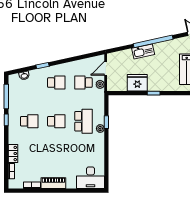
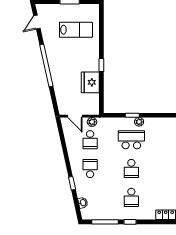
kitchen sink: (143, 51) -> (57, 76), removed
school desk: (29, 121) -> (131, 197), turned 180
school desk: (56, 121) -> (131, 169), turned 180

